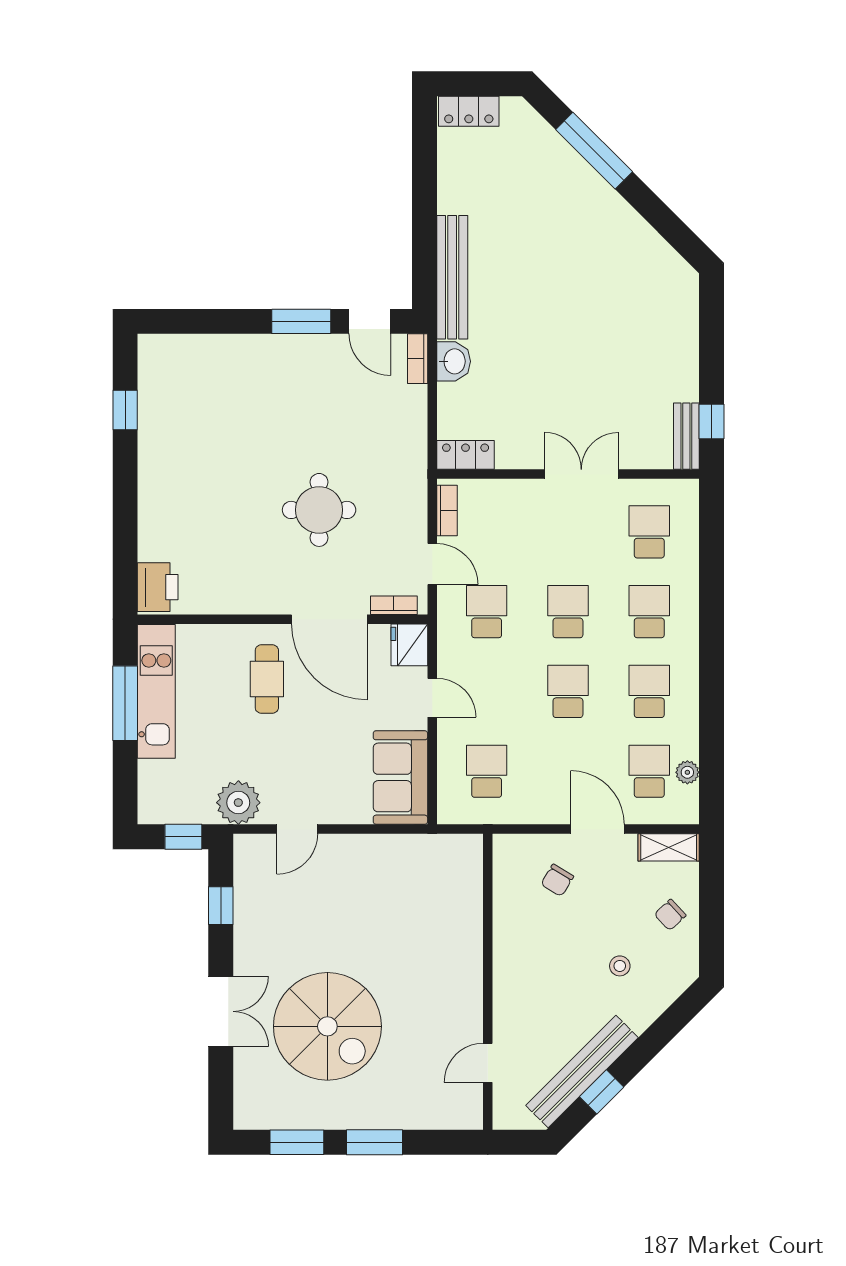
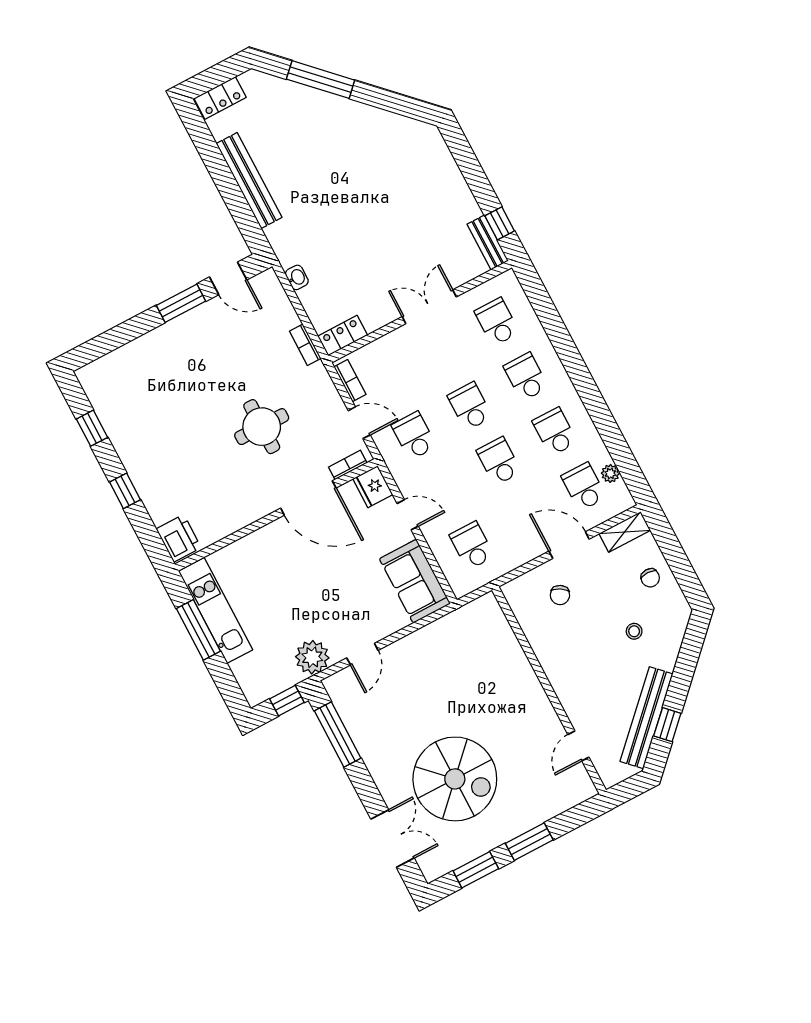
bench: (452, 277) -> (249, 181), moved
bookcase: (418, 359) -> (305, 345), moved
washbasin: (454, 361) -> (297, 277), width x0.72, depth x0.69
window: (125, 501) -> (125, 491), added
cafe table: (267, 679) -> (287, 562), removed
window: (221, 906) -> (338, 735), width x2.17
chair: (670, 915) -> (650, 578), turned -47
double door: (221, 1011) -> (392, 839), moved

